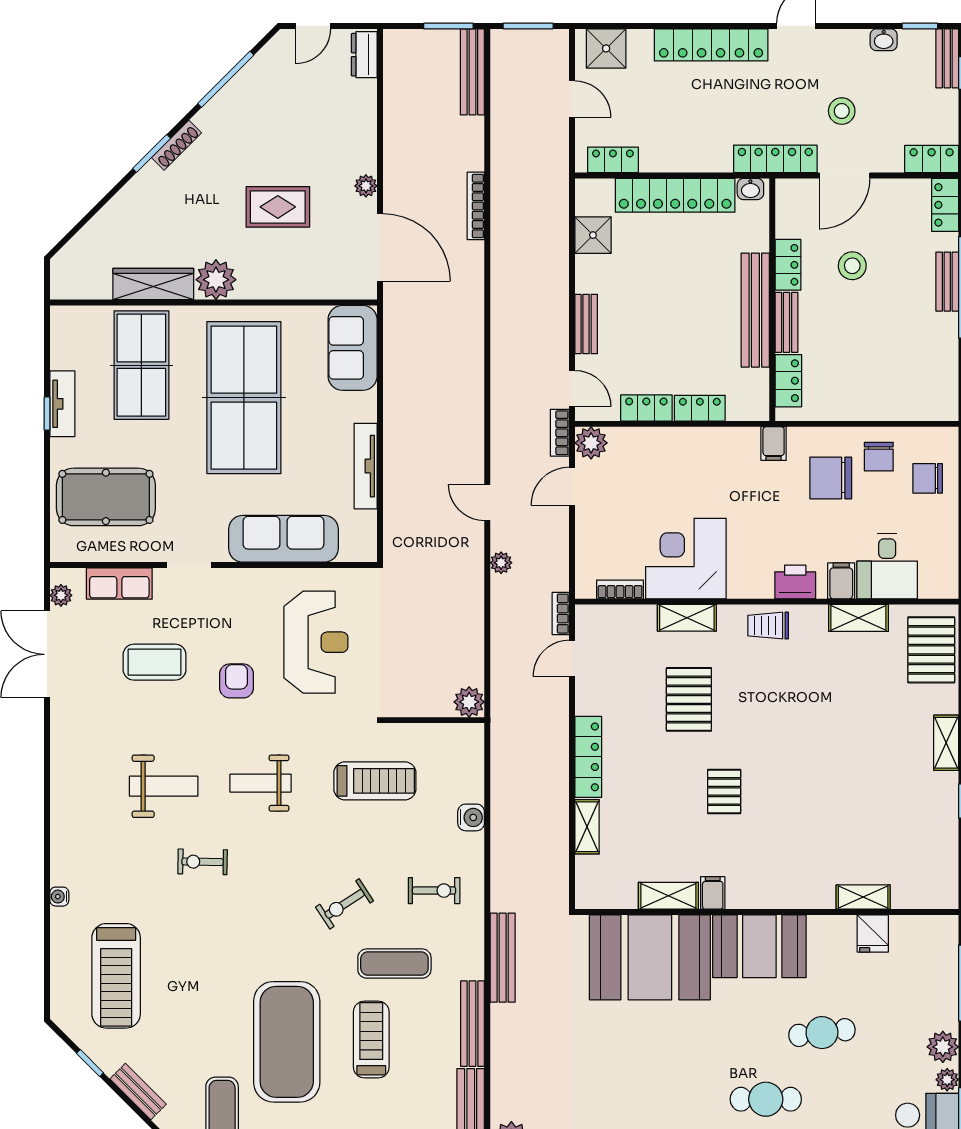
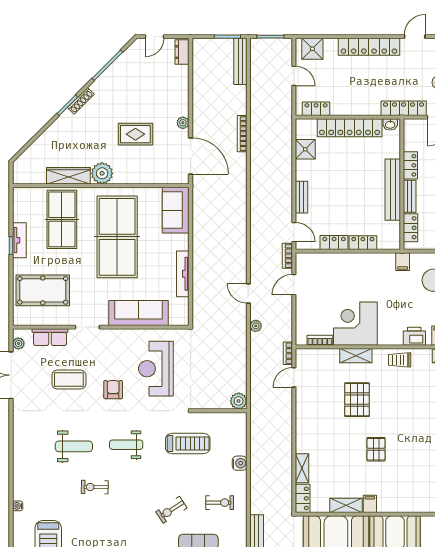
plant: (591, 443) -> (304, 261), removed
reception desk: (316, 642) -> (156, 369), turned 180
locker: (588, 757) -> (303, 498), moved, width x0.66

